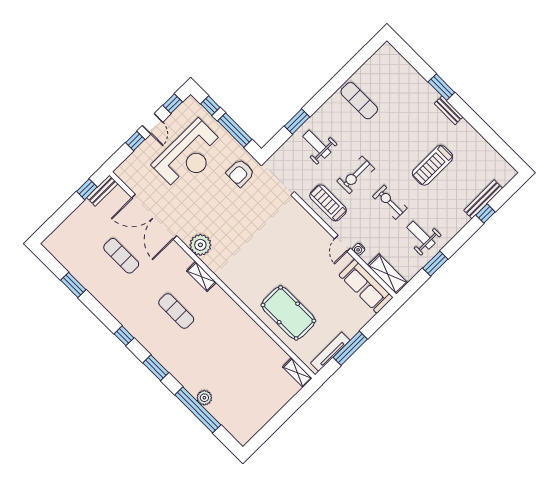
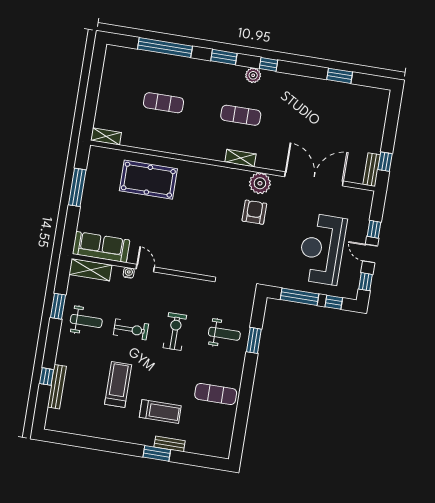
bench: (449, 110) -> (170, 444), moved
armchair: (240, 173) -> (254, 212), moved
treadmill: (328, 203) -> (160, 411), moved
exercise mat: (121, 256) -> (164, 103), moved
tv unit: (330, 352) -> (91, 173), removed
plant: (204, 398) -> (253, 75), moved

